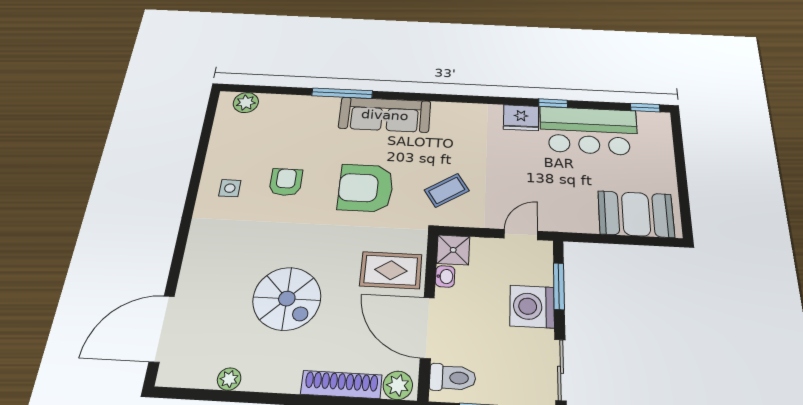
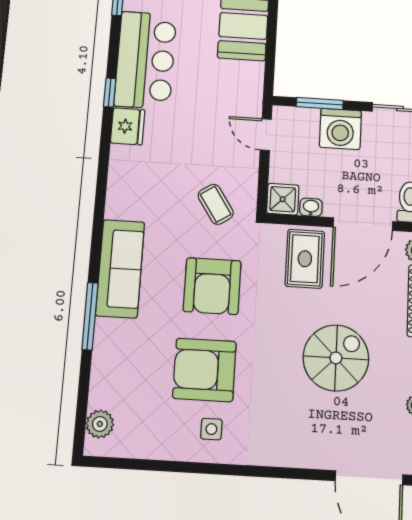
armchair: (286, 182) -> (204, 370), width x1.88, depth x1.88

